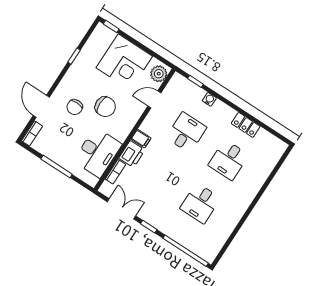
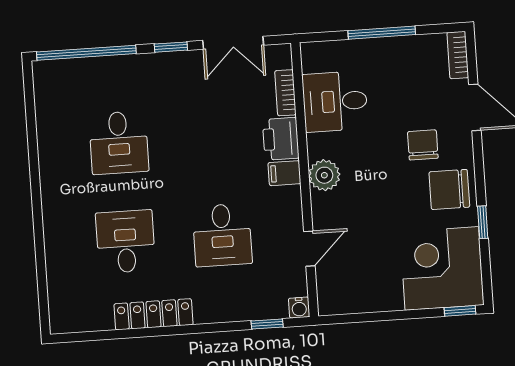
corner desk: (124, 62) -> (442, 268), moved
plant: (159, 74) -> (324, 175), moved
water cooler: (209, 99) -> (299, 308), moved
chair: (105, 107) -> (449, 189), moved
locker: (246, 125) -> (153, 314), width x1.53
desk: (98, 153) -> (335, 101), width x0.73
desk: (200, 203) -> (119, 143), turned 180

